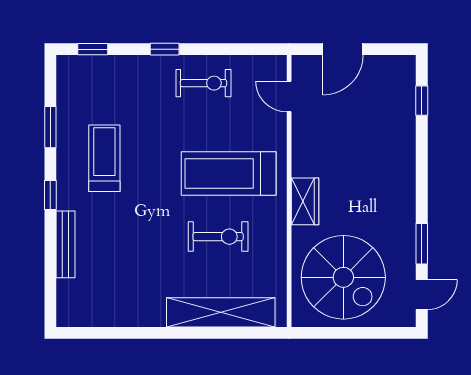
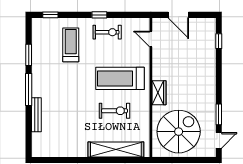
window: (165, 49) -> (99, 15), moved
door: (343, 49) -> (178, 15), hinge flipped
treadmill: (104, 158) -> (71, 45), moved
window: (50, 195) -> (29, 89), width x2.17
spiral stairs: (343, 277) -> (179, 132), turned -90

